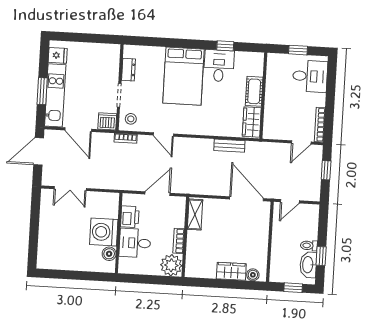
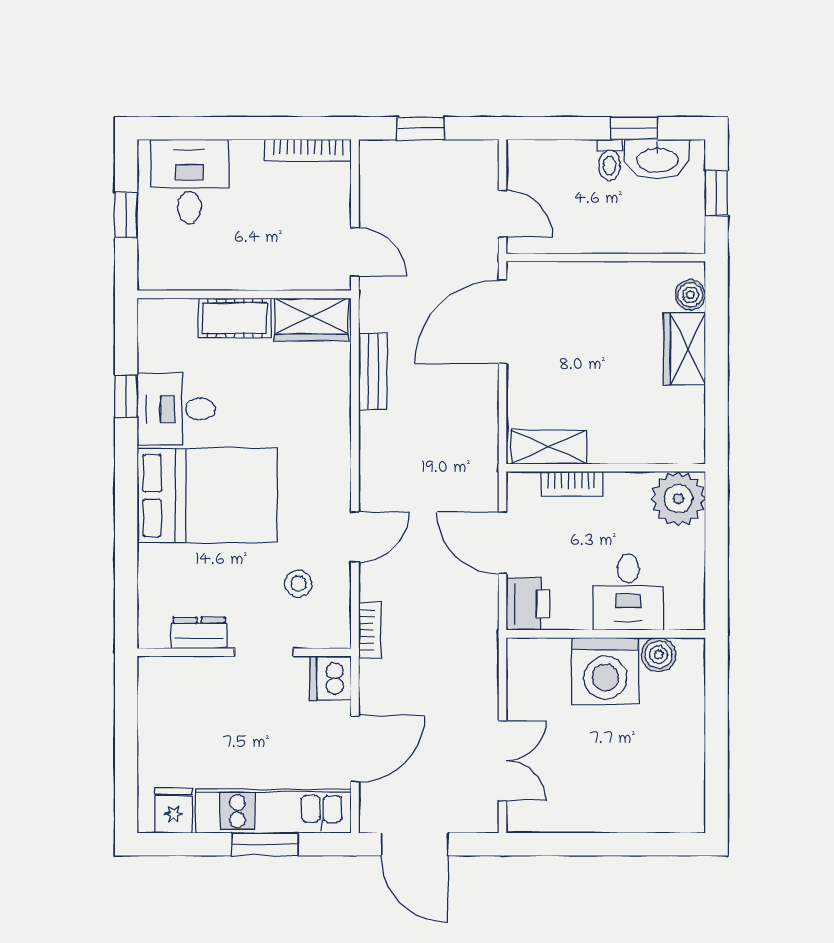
stool: (131, 119) -> (298, 584), moved
door: (301, 142) -> (355, 252), moved
printer: (130, 217) -> (528, 604), moved, turned 90
bookcase: (179, 241) -> (572, 484), moved

